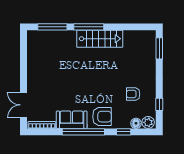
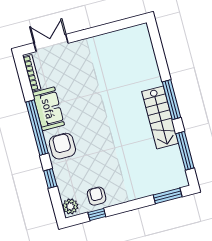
window: (52, 27) -> (185, 151), moved
armchair: (133, 94) -> (97, 196), moved
armchair: (102, 117) -> (62, 146), turned 180
floor lamp: (136, 123) -> (65, 191), removed

